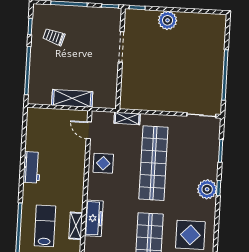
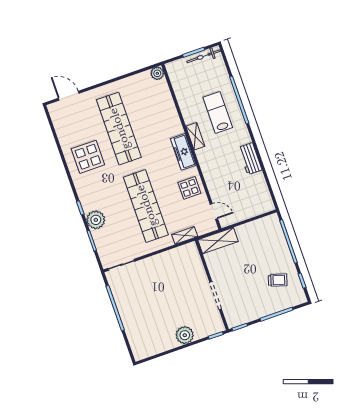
shelving: (72, 98) -> (218, 241), moved
plant: (207, 189) -> (96, 220), moved
freezer: (94, 218) -> (183, 152), moved
lab bench: (45, 226) -> (218, 112), turned 180
shelving: (76, 226) -> (195, 136), moved

